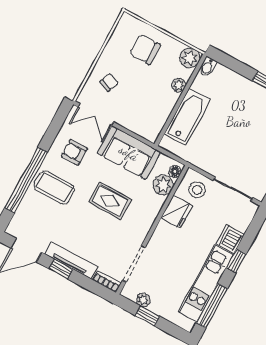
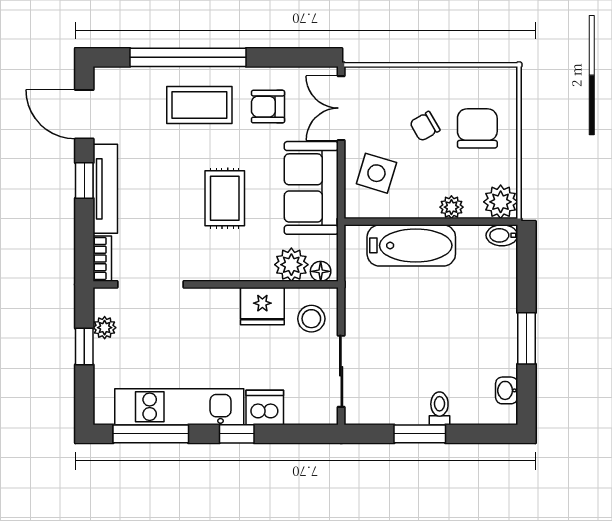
chair: (109, 82) -> (425, 126), moved, turned 128
side table: (140, 115) -> (376, 173), added
armchair: (74, 152) -> (268, 107), turned -90
coffee table: (54, 188) -> (199, 105), turned 90

